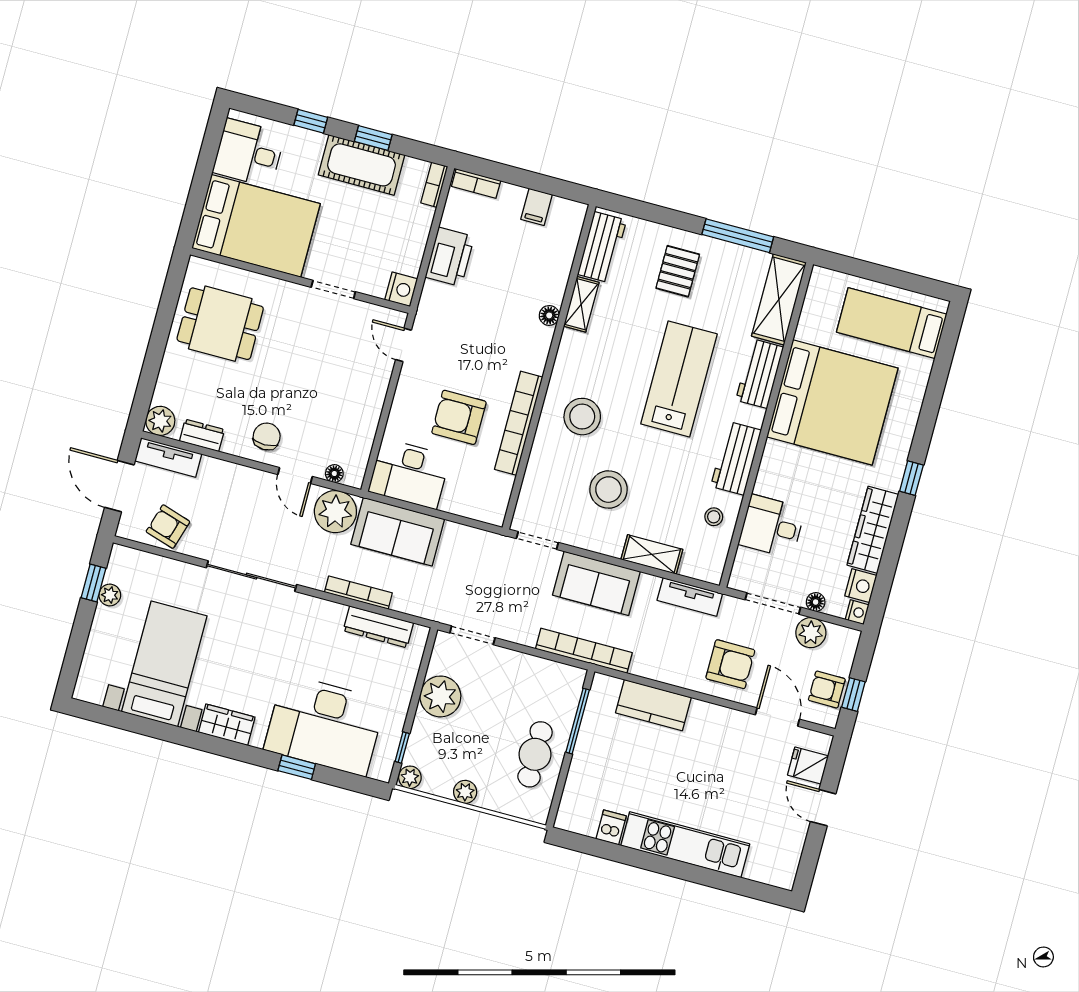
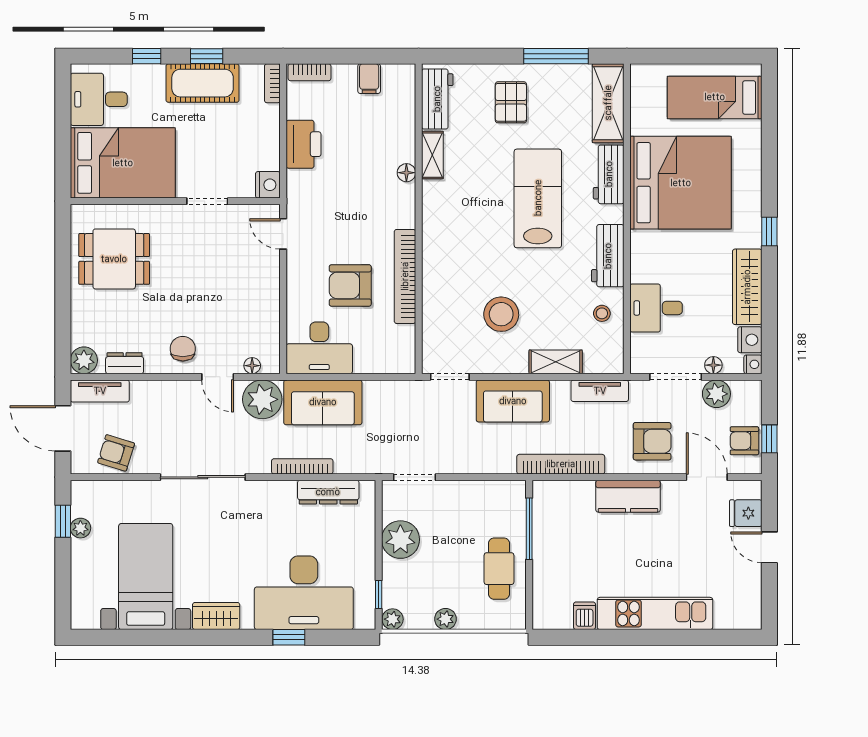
stool: (582, 417) -> (460, 255), removed
bookcase: (584, 651) -> (561, 464), moved
kitchen counter: (653, 705) -> (628, 496), moved

